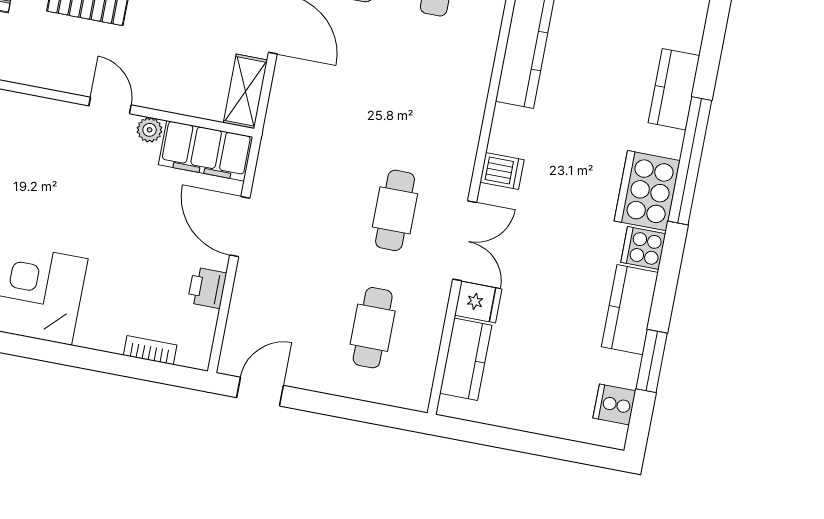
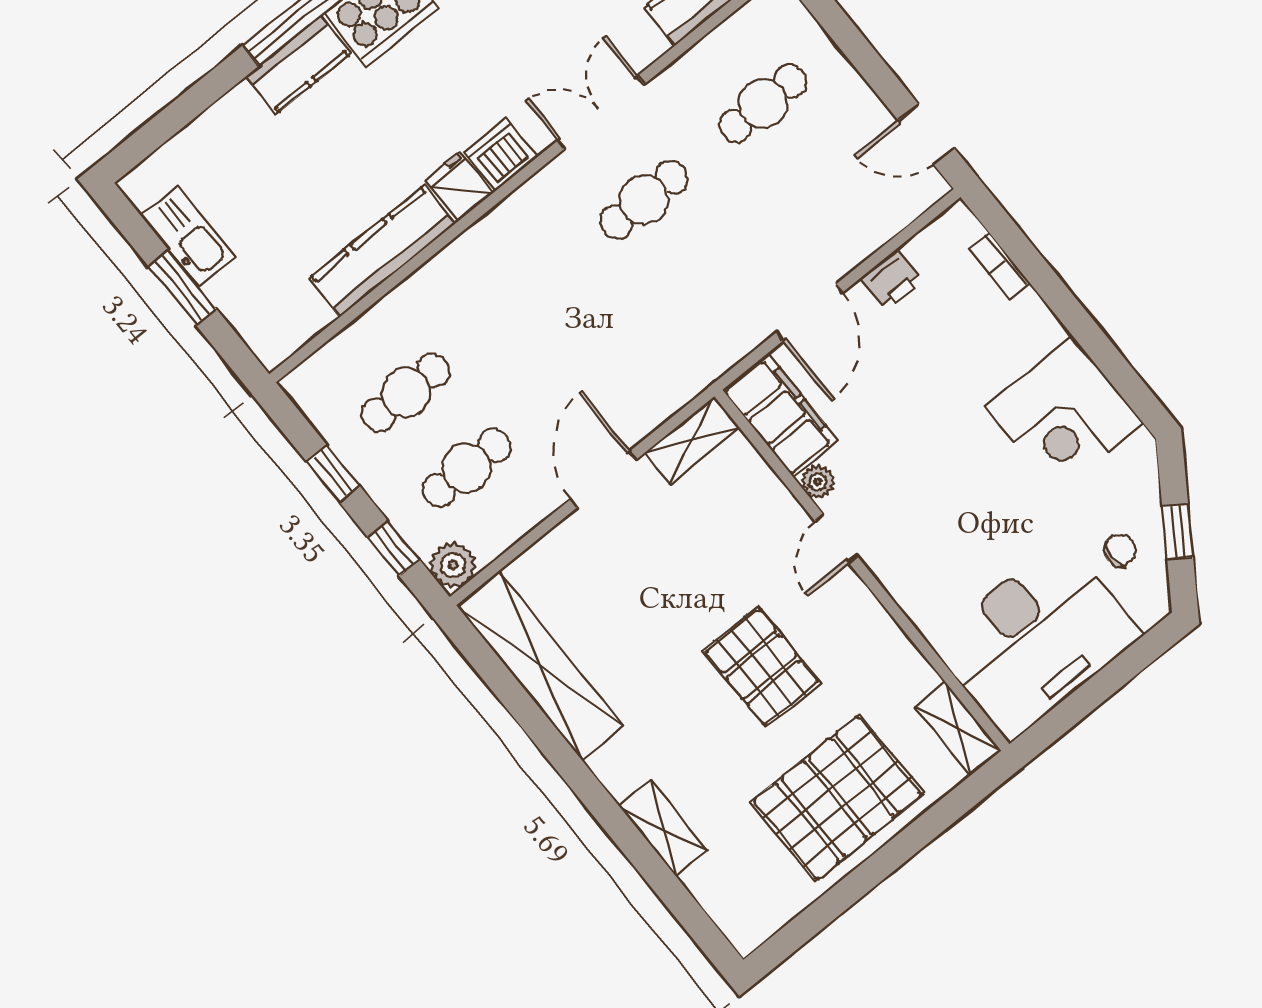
kitchen counter: (674, 89) -> (298, 65), moved
dishwasher: (502, 171) -> (501, 155), width x1.38
fridge: (478, 302) -> (459, 187), moved

